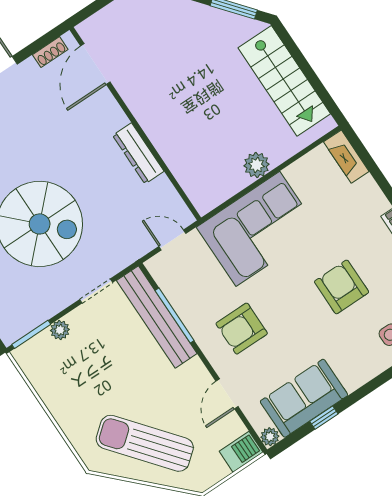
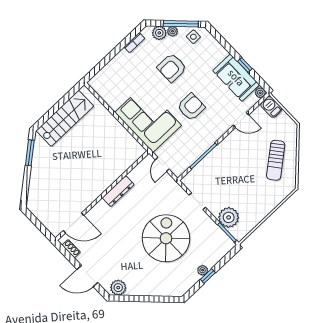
fireplace: (346, 157) -> (100, 77), removed
plant: (257, 165) -> (113, 126), removed
bench: (157, 317) -> (206, 166), removed
armchair: (242, 329) -> (191, 107), moved, turned -90
plant: (60, 330) -> (229, 217), width x1.87, depth x1.87
sun lounger: (145, 443) -> (276, 160), width x0.73, depth x0.75

